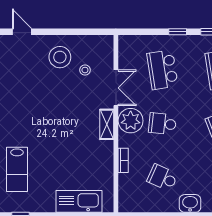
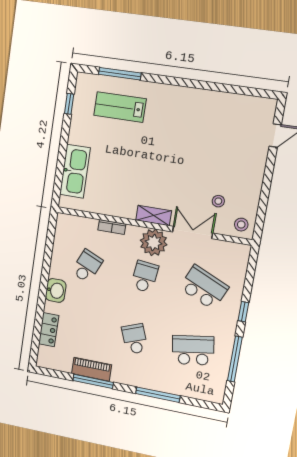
stool: (60, 57) -> (241, 225), moved, width x0.53, depth x0.53
school desk: (162, 70) -> (204, 287), turned 33
double door: (116, 88) -> (192, 232), swing flipped

